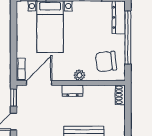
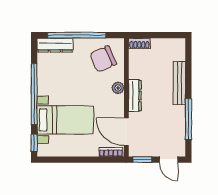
chair: (106, 61) -> (103, 59), turned 72
dresser: (72, 91) -> (135, 96), width x1.44

